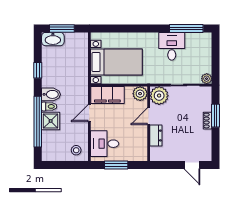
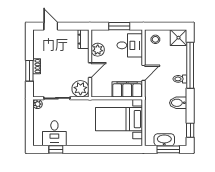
window: (186, 28) -> (56, 149), width x0.46
washbasin: (53, 39) -> (164, 140), moved
desk: (172, 46) -> (54, 133), moved
window: (38, 70) -> (190, 130), moved
bidet: (51, 94) -> (178, 103), moved
plant: (140, 94) -> (98, 50), moved
shower: (51, 121) -> (178, 38), moved
dresser: (156, 136) -> (83, 39), moved

